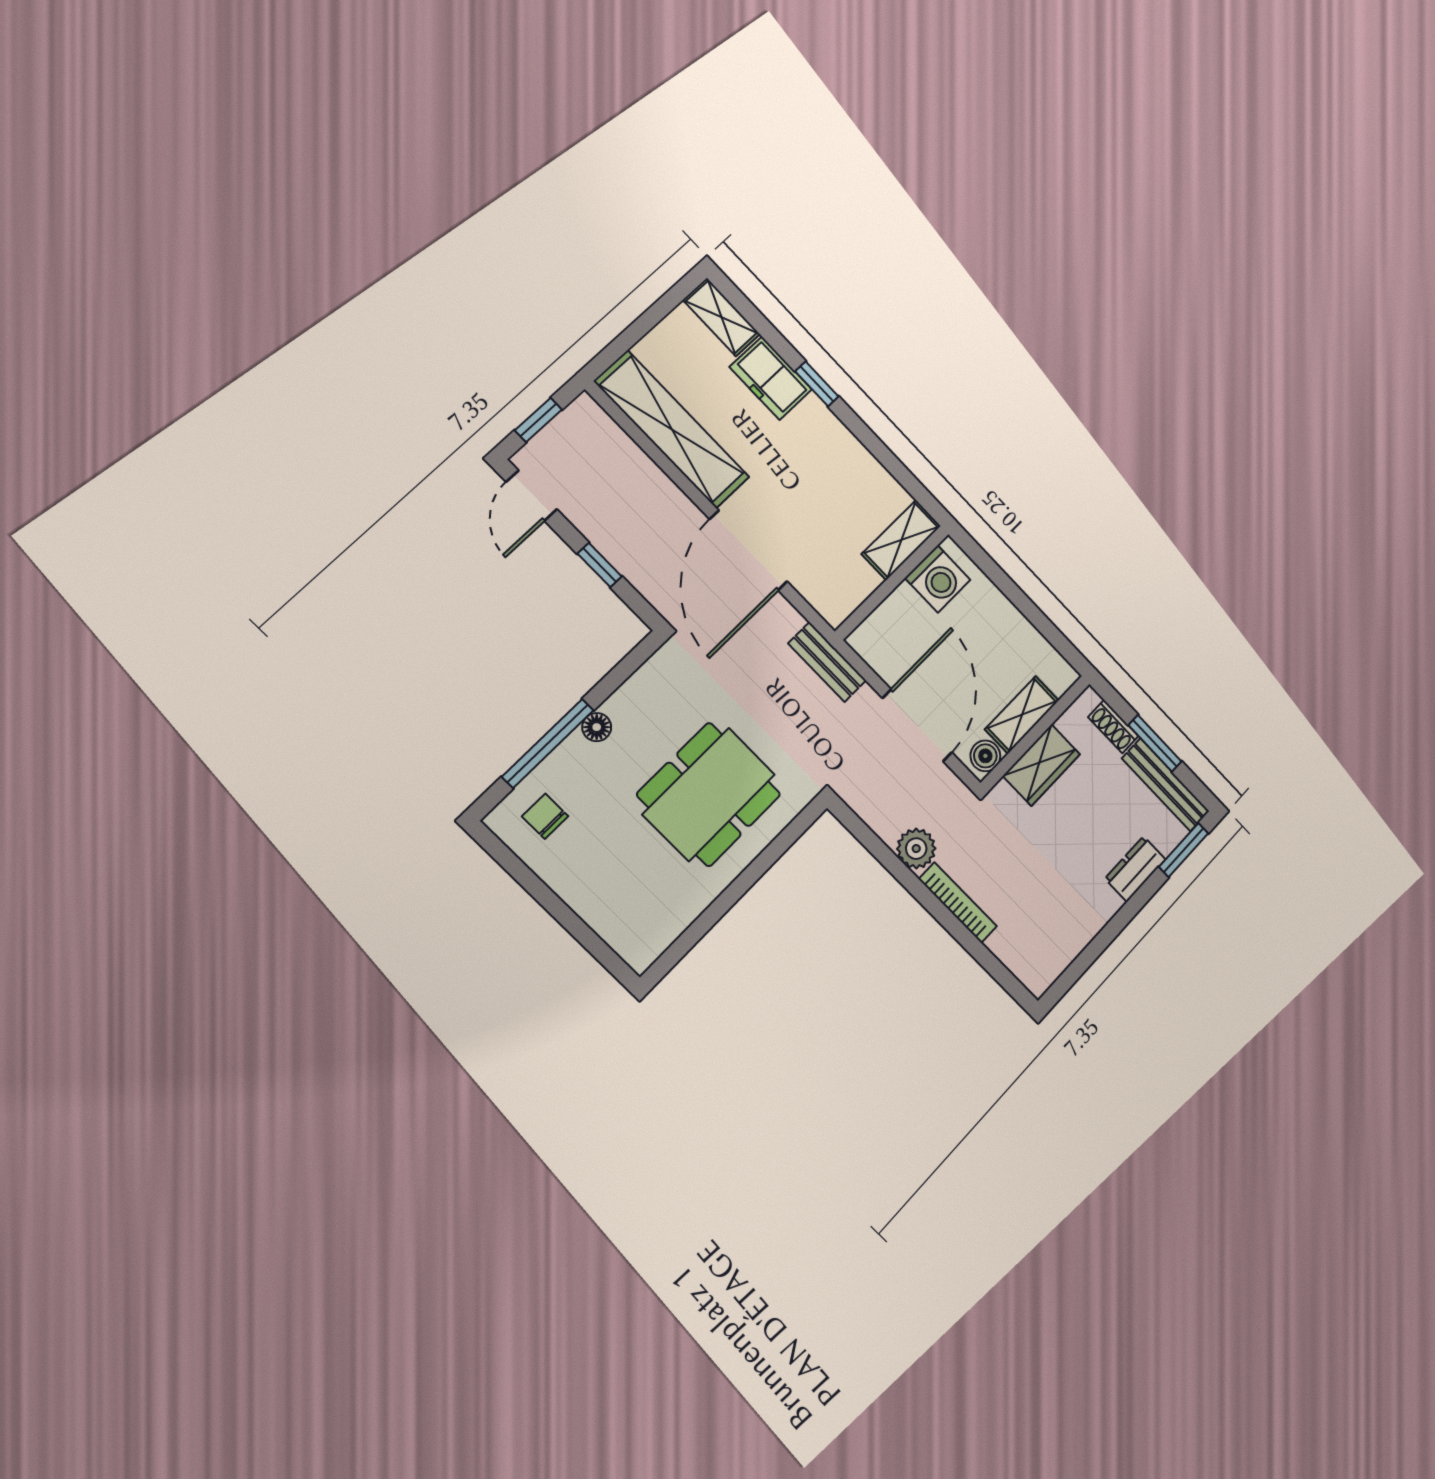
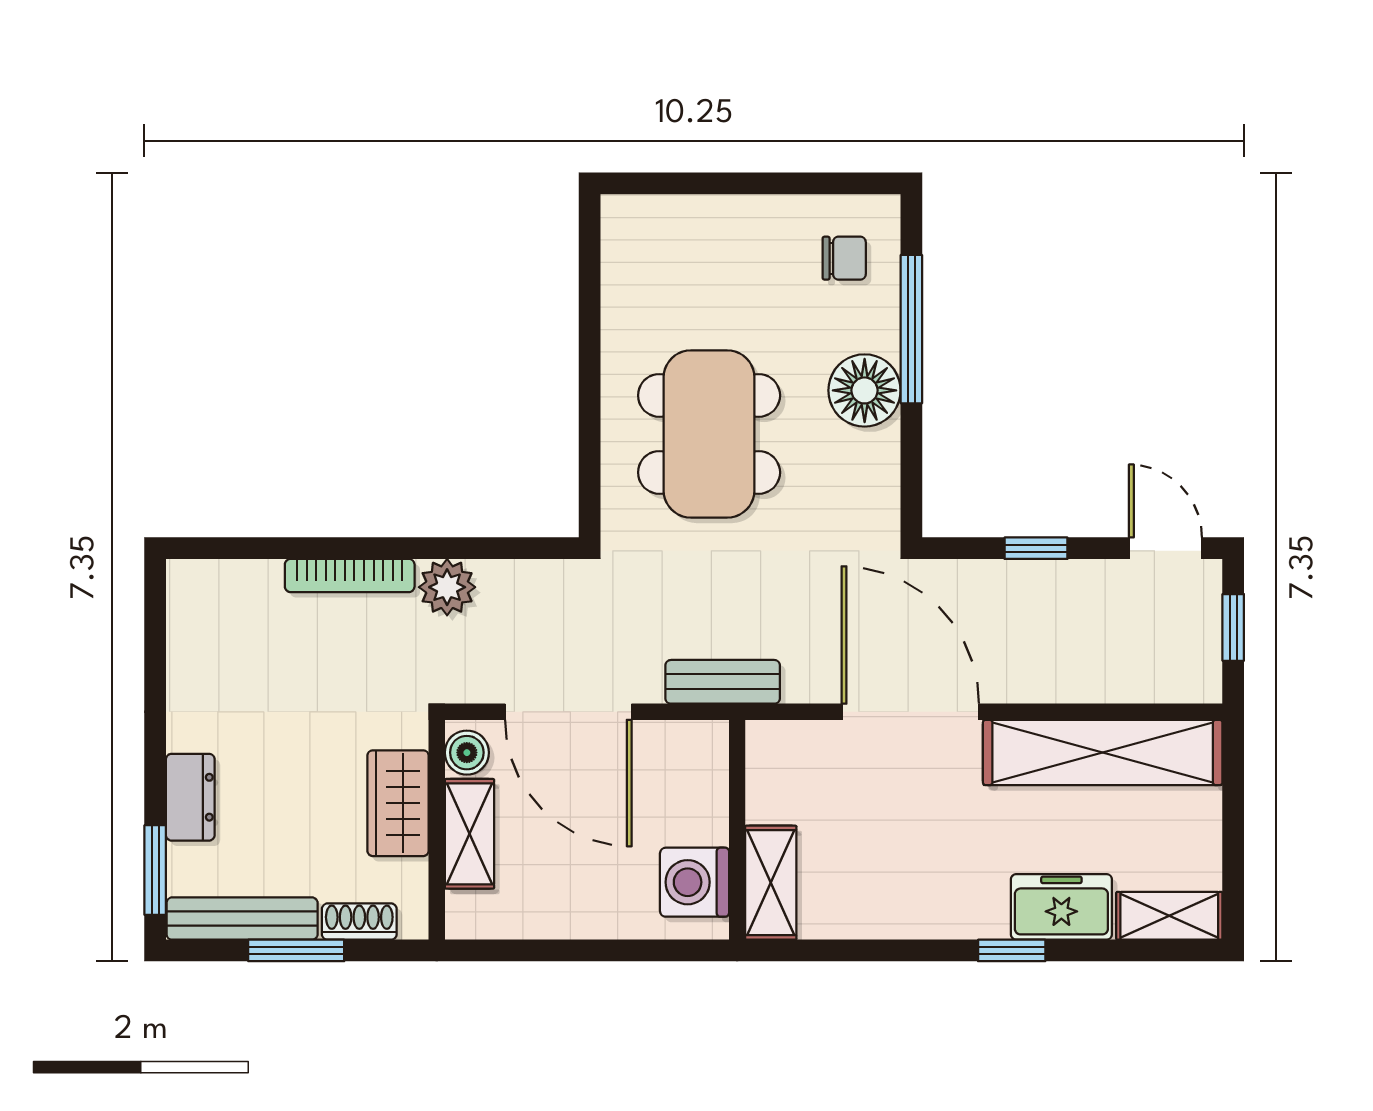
floor lamp: (597, 727) -> (865, 390), width x1.89, depth x1.89

